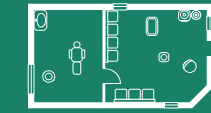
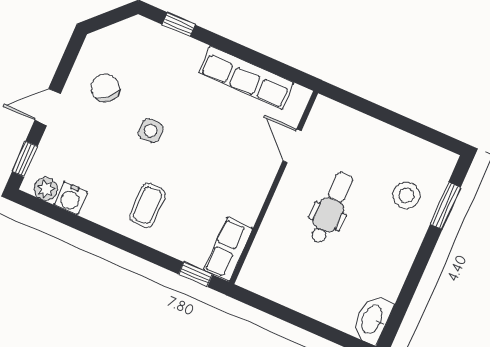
row of seats: (111, 36) -> (228, 249), width x0.50
window: (31, 79) -> (445, 206), width x0.69

